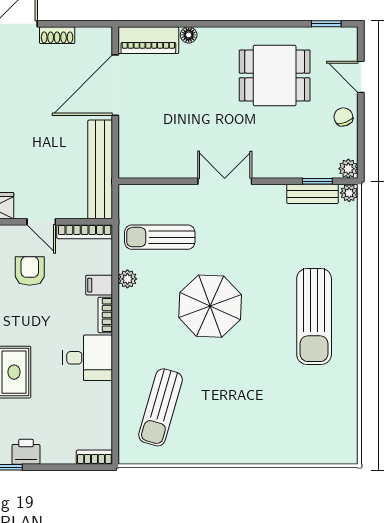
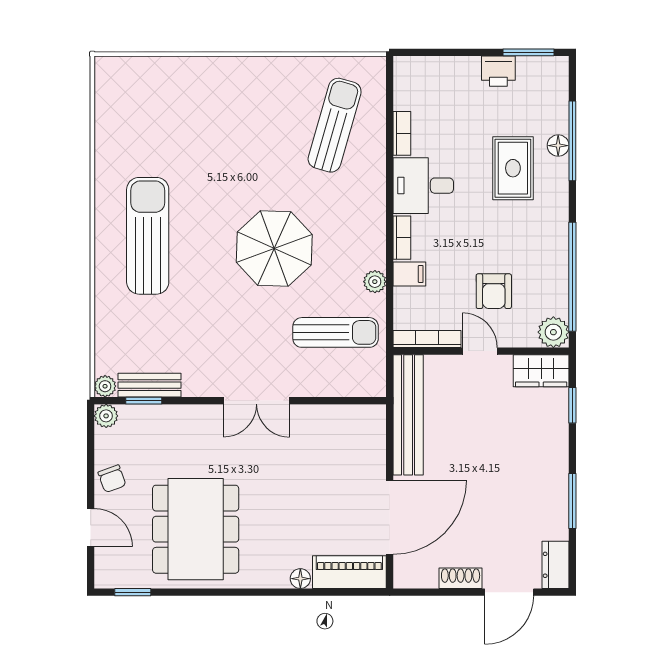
dining table: (275, 75) -> (196, 529), width x1.38
bookcase: (94, 457) -> (402, 133), moved, turned -90

